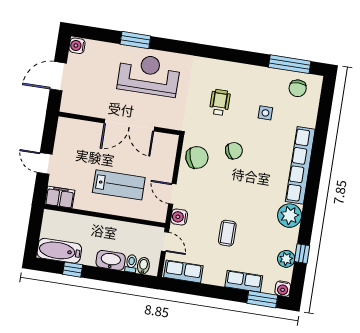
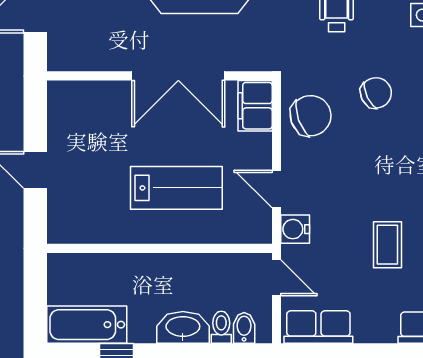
filing cabinet: (60, 197) -> (255, 106), moved, turned -90

